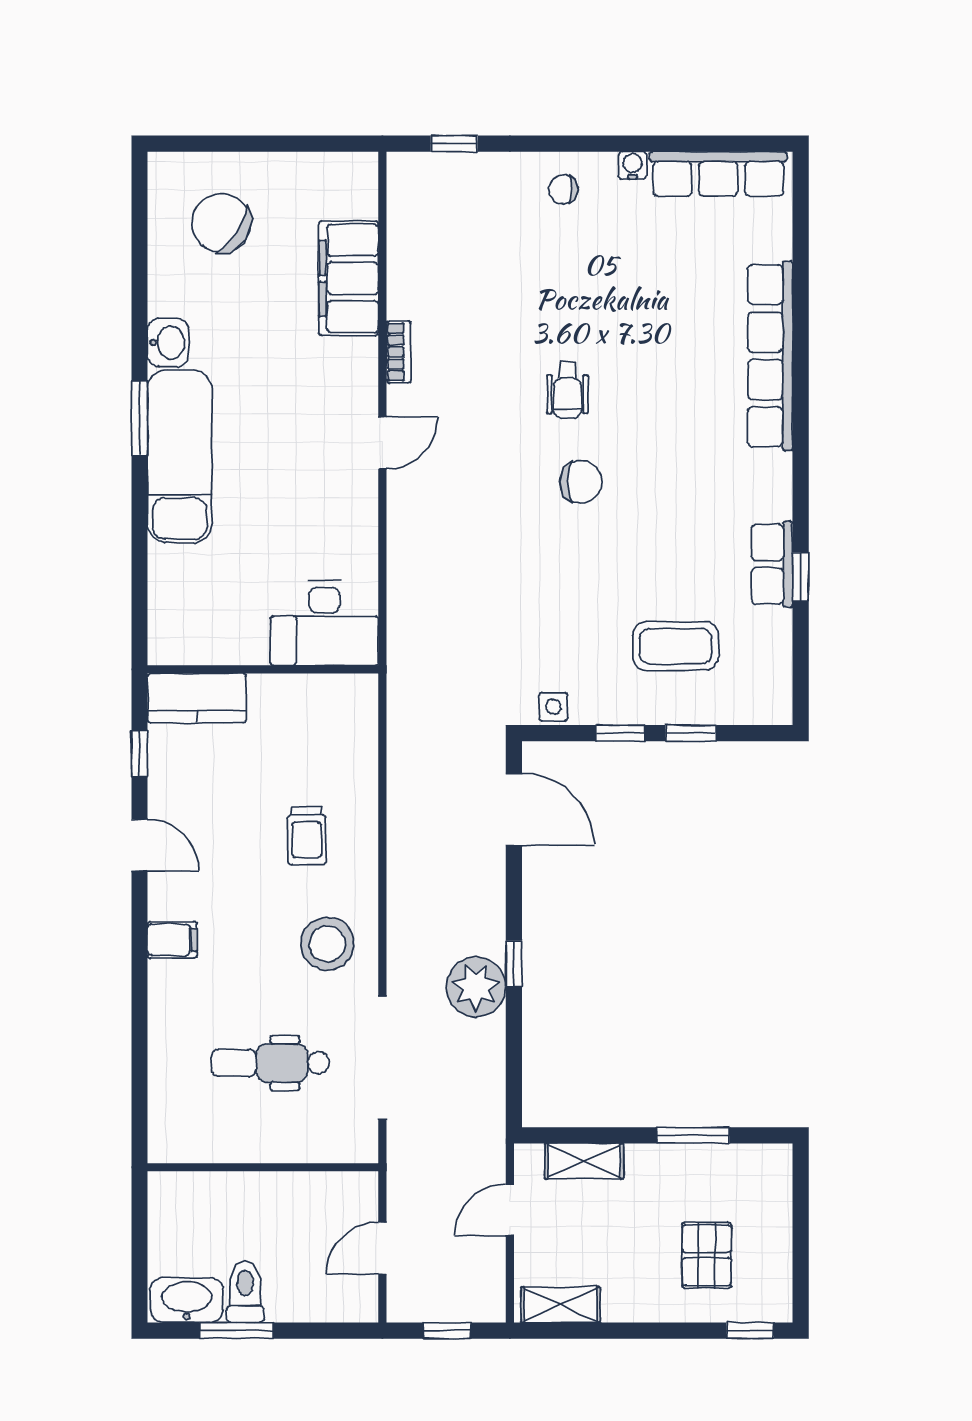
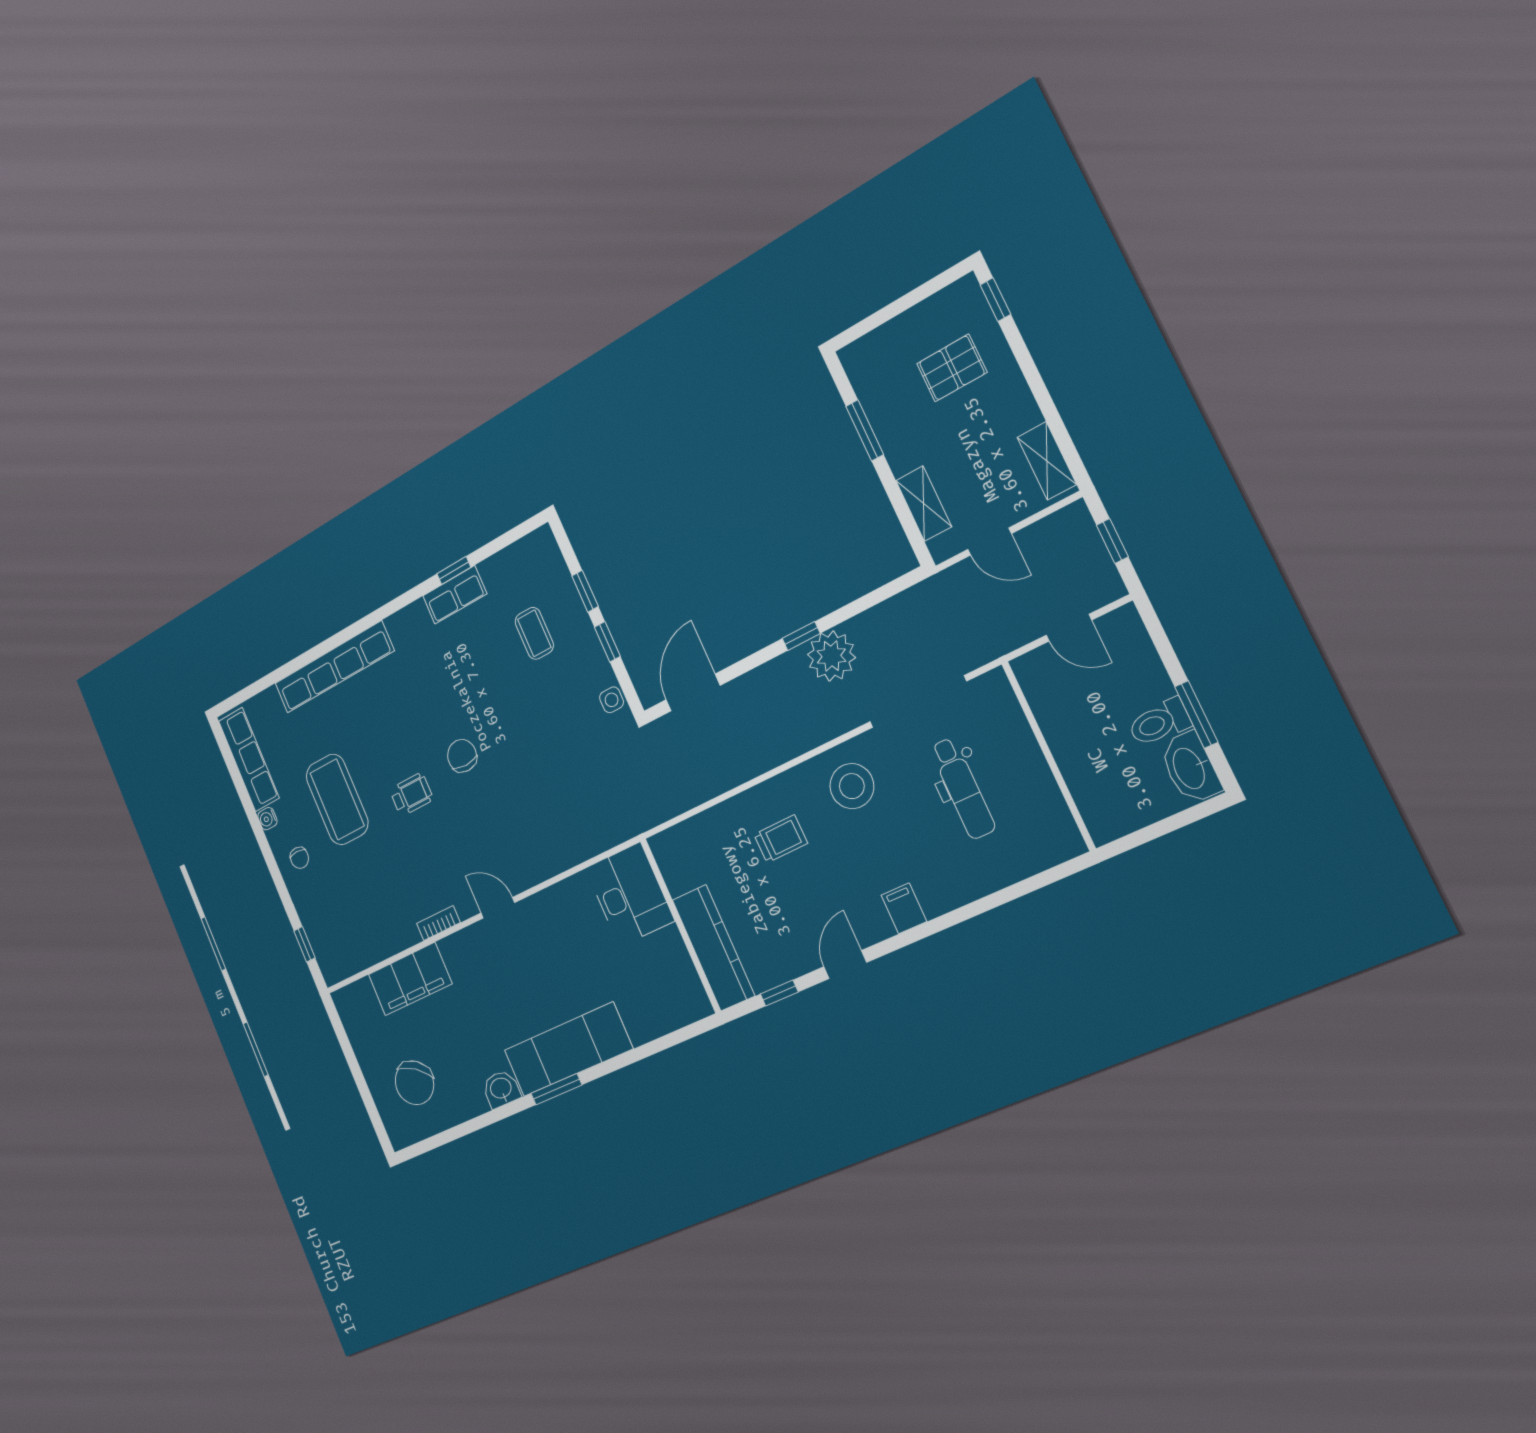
coffee table: (609, 281) -> (337, 799), added
coffee table: (676, 646) -> (534, 633), width x0.73, depth x0.77
kitchen counter: (197, 698) -> (713, 948), width x1.50

